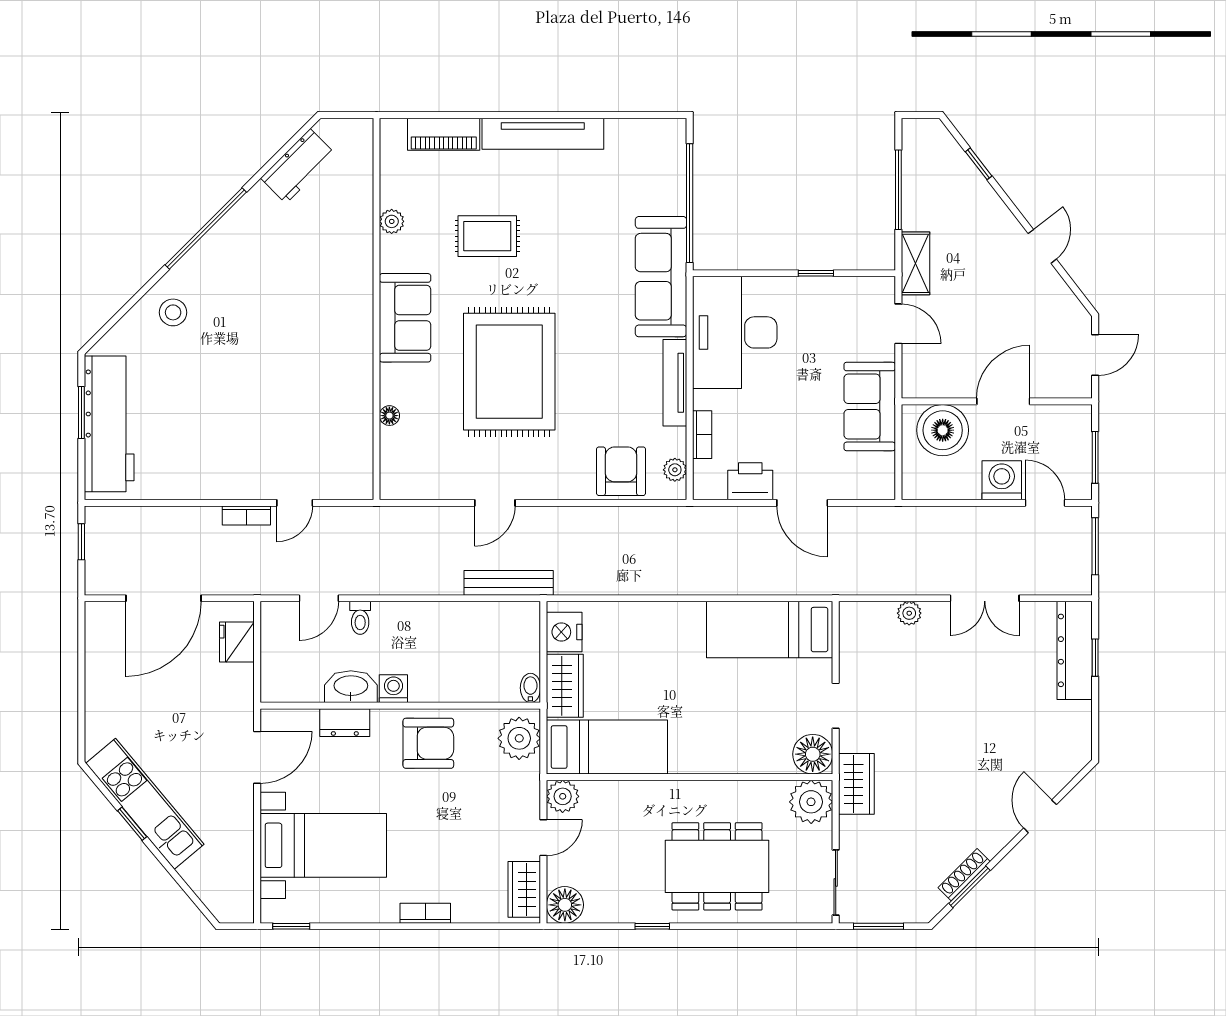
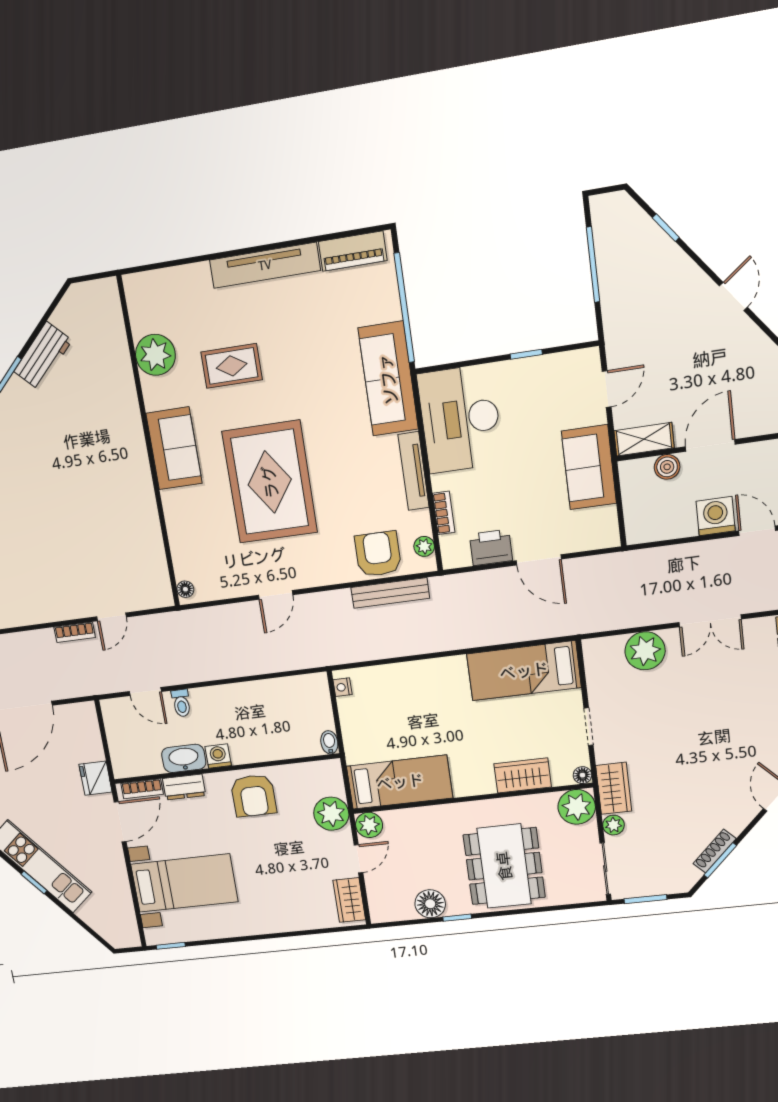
piano: (444, 134) -> (353, 251), moved
workbench: (298, 166) -> (43, 356), moved
plant: (392, 221) -> (155, 355), width x1.87, depth x1.87
shelving: (915, 263) -> (644, 439), moved, turned 90
door: (898, 324) -> (607, 389), hinge flipped
floor lamp: (389, 416) -> (185, 589), moved
boiler: (943, 430) -> (667, 467), width x0.54, depth x0.54
bench: (509, 583) -> (390, 593), moved
door: (319, 598) -> (145, 692), hinge flipped
plant: (909, 613) -> (645, 651), width x1.88, depth x1.88
nightstand: (564, 632) -> (342, 687), width x0.53, depth x0.56
fridge: (237, 642) -> (95, 778), moved
wardrobe: (565, 686) -> (523, 775), moved, turned -90
plant: (519, 738) -> (331, 814), moved
armchair: (428, 743) -> (254, 796), turned 90
floor lamp: (813, 754) -> (582, 775), width x0.53, depth x0.53
plant: (851, 829) -> (613, 825), added
dining table: (717, 866) -> (504, 866), turned 90
floor lamp: (565, 905) -> (430, 904), moved
bookcase: (425, 913) -> (142, 789), moved, turned 180

